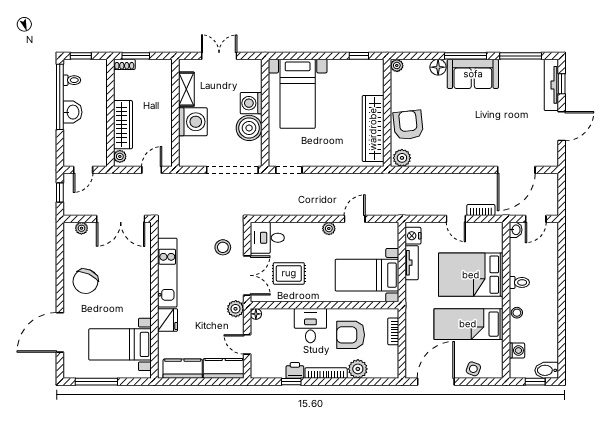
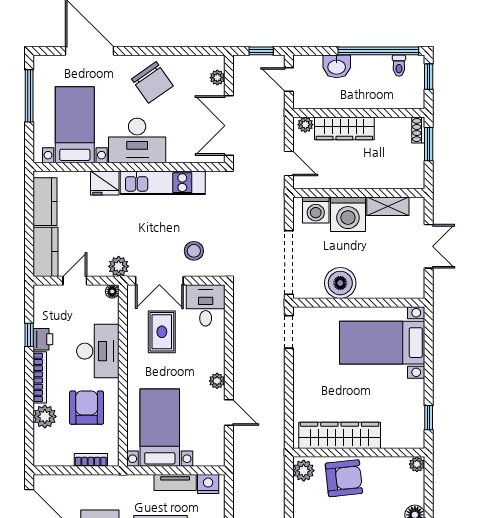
washing machine: (251, 103) -> (316, 210), moved, turned 180
washbasin: (72, 112) -> (337, 66), moved
chair: (86, 281) -> (152, 82), turned -150
desk: (133, 294) -> (137, 140), added
desk: (310, 326) -> (98, 351), width x1.37

